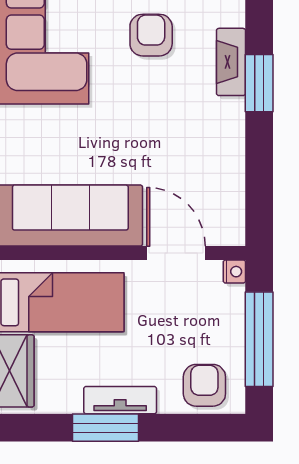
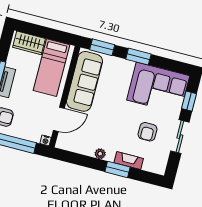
armchair: (151, 35) -> (147, 132), turned 90
plant: (232, 134) -> (100, 154), added

